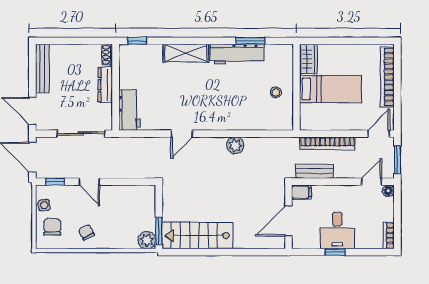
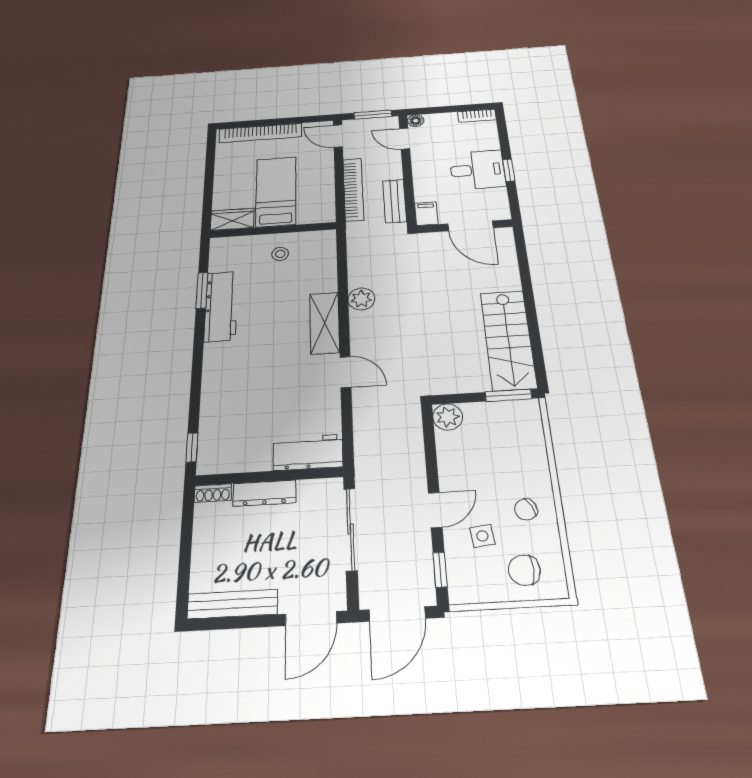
shelving: (186, 53) -> (325, 323), moved
side table: (44, 205) -> (482, 536), moved
plant: (147, 240) -> (448, 417), moved

